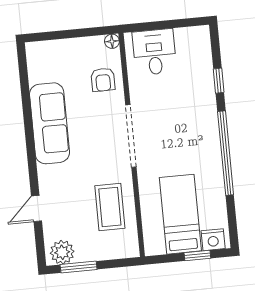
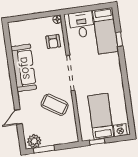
bed: (195, 65) -> (105, 31), added
window: (226, 153) -> (125, 80), removed
coffee table: (110, 207) -> (55, 105), moved, turned -57
window: (197, 256) -> (97, 142), moved

